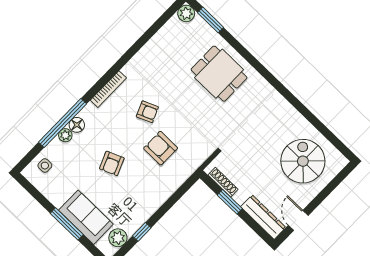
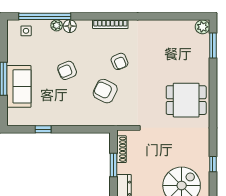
dining table: (219, 74) -> (186, 100), moved, turned 90
window: (311, 117) -> (213, 164), added
window: (62, 123) -> (45, 16), moved
armchair: (161, 148) -> (105, 91), turned -64
plant: (118, 238) -> (25, 118), removed

